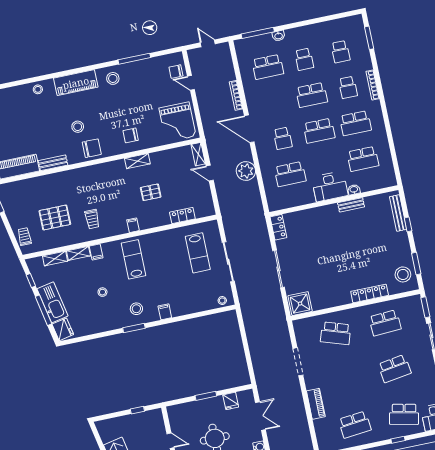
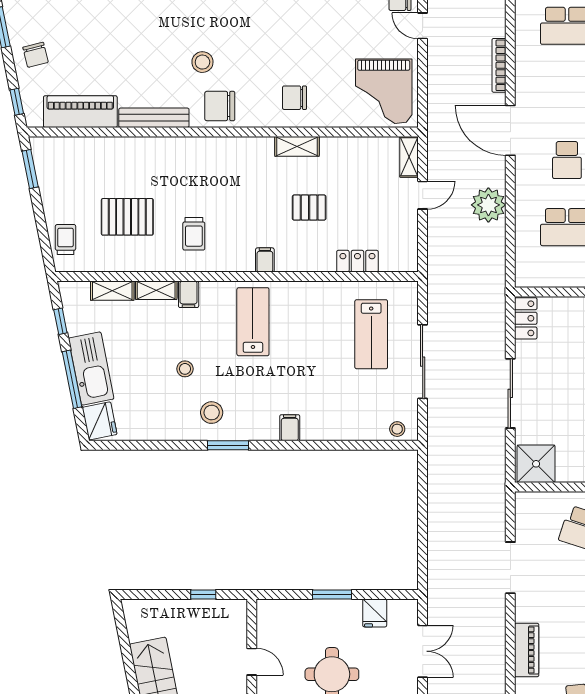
chair: (92, 148) -> (220, 106), turned 180
bench: (53, 163) -> (154, 118), width x1.36
door: (210, 173) -> (423, 195), swing flipped
stool: (136, 309) -> (212, 413), moved

